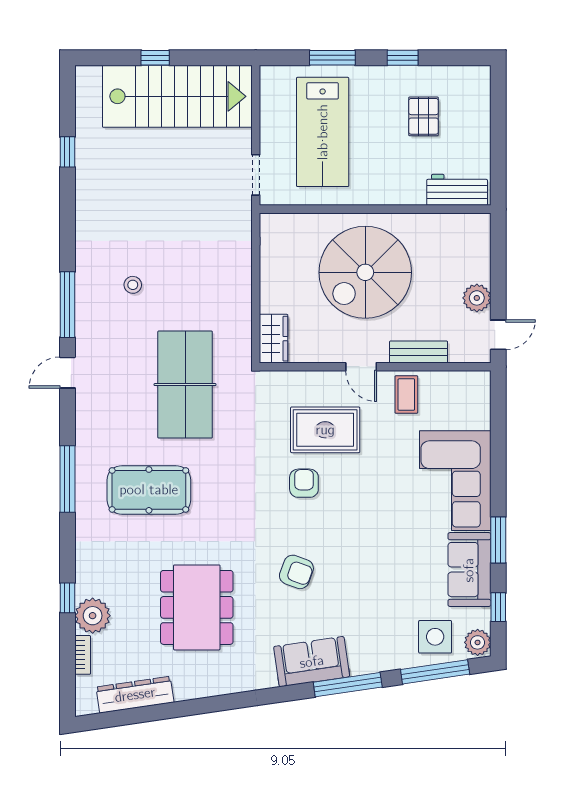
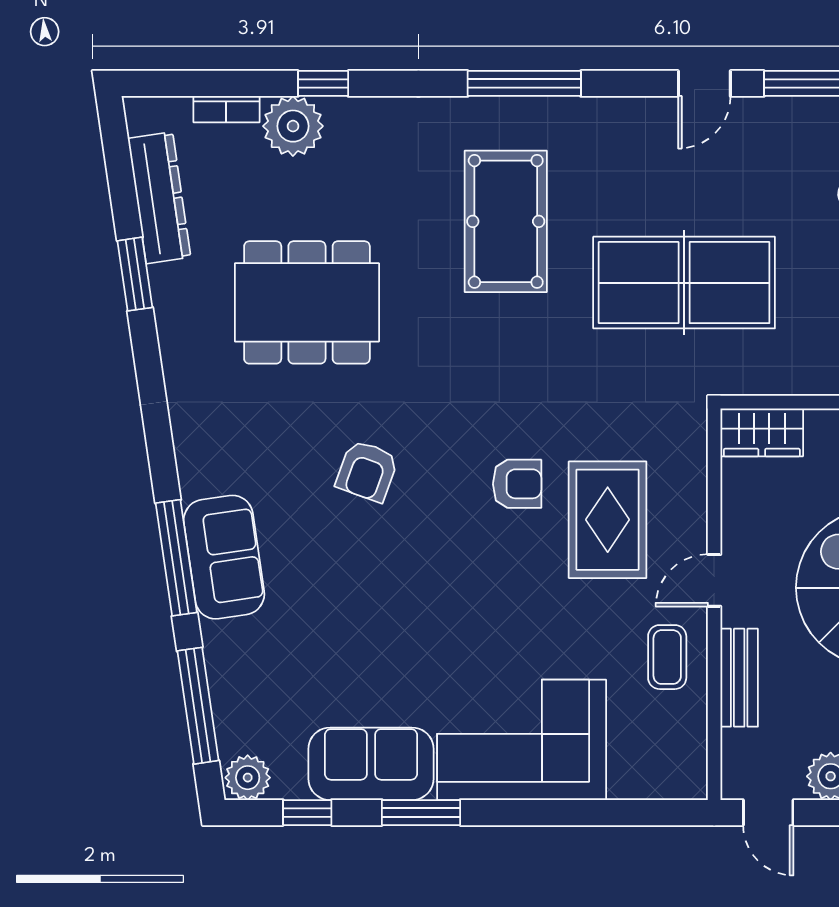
door: (67, 373) -> (704, 83), swing flipped
coffee table: (406, 395) -> (667, 657), turned 90
side table: (435, 637) -> (257, 706), removed
sofa: (312, 662) -> (224, 557), moved
window: (180, 709) -> (135, 274), added

